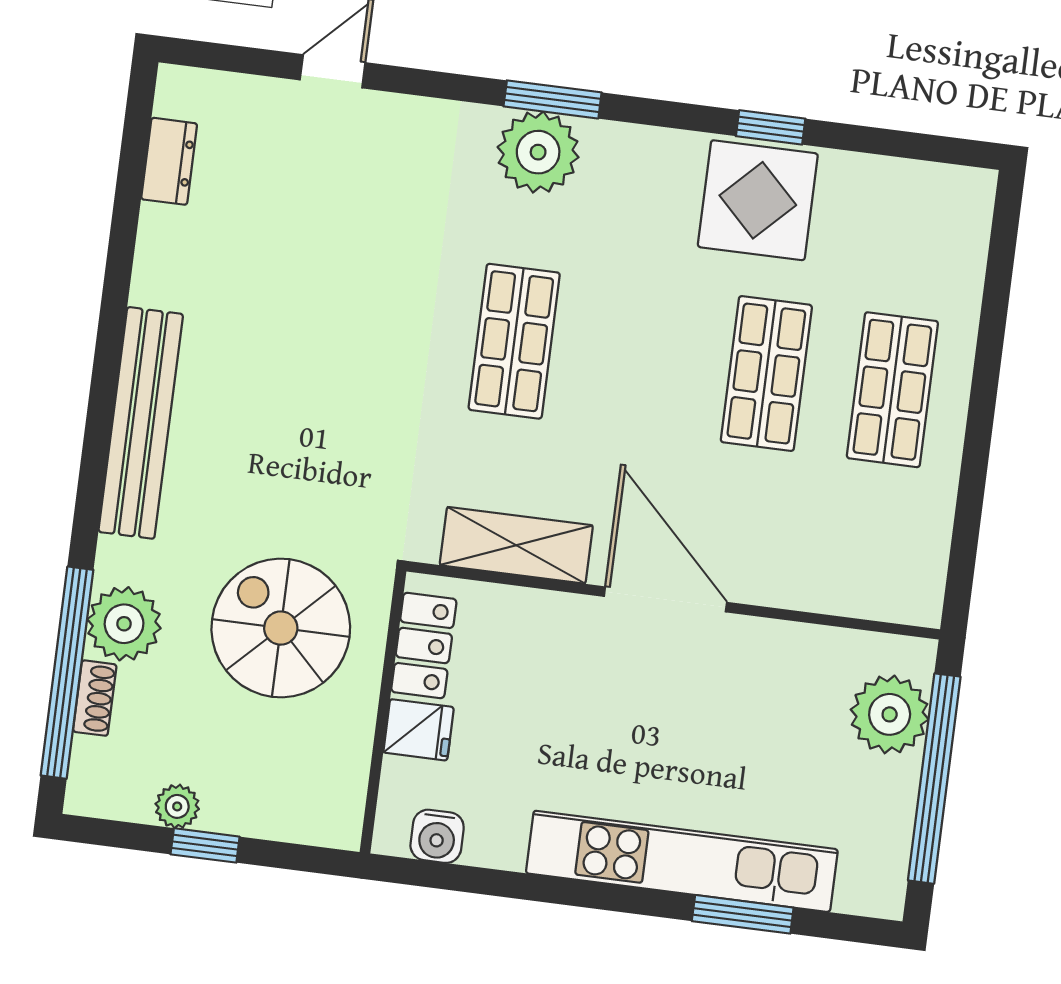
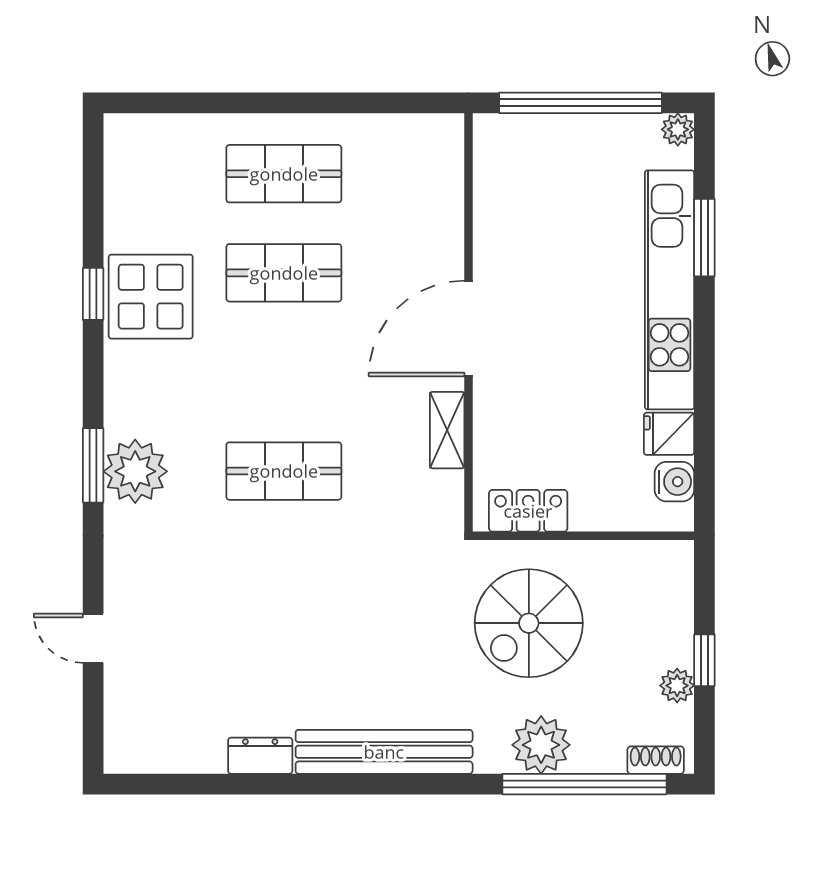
dresser: (169, 161) -> (260, 756), moved
shelving: (516, 545) -> (447, 430), width x0.67, depth x0.75
shoe rack: (95, 698) -> (656, 760), moved
plant: (890, 714) -> (678, 129), moved, width x0.53, depth x0.53
fridge: (419, 730) -> (669, 434), moved, turned -90

